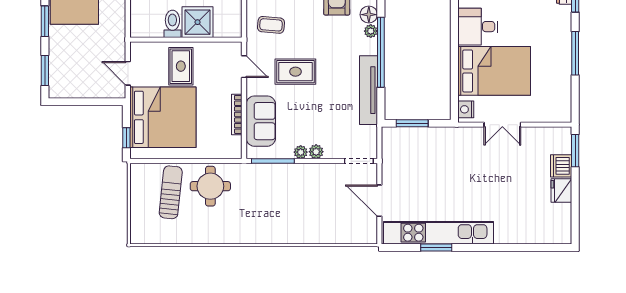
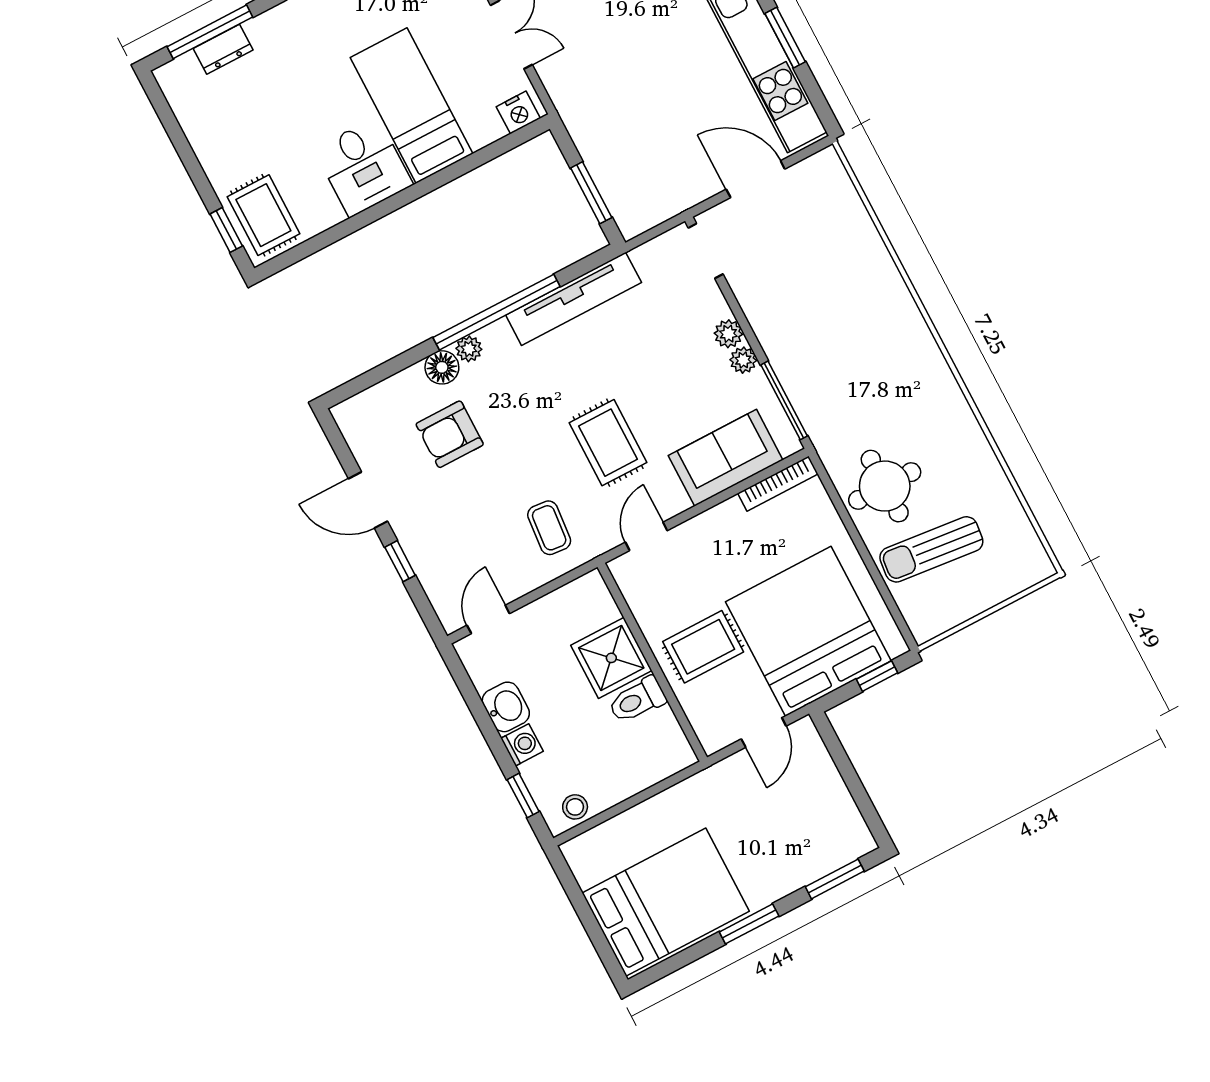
bed: (494, 71) -> (412, 106), width x0.67
bookcase: (237, 114) -> (778, 484), moved
door: (379, 201) -> (756, 179), swing flipped

